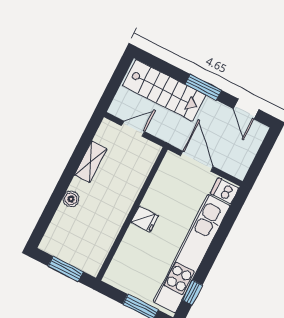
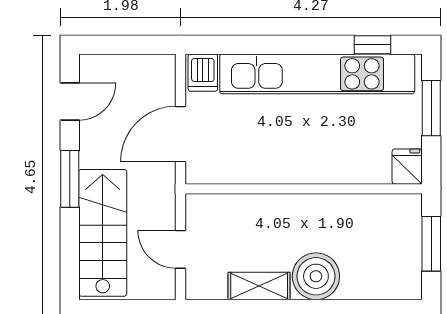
boiler: (71, 199) -> (316, 276), width x1.86, depth x1.86
fridge: (145, 219) -> (407, 167), moved

